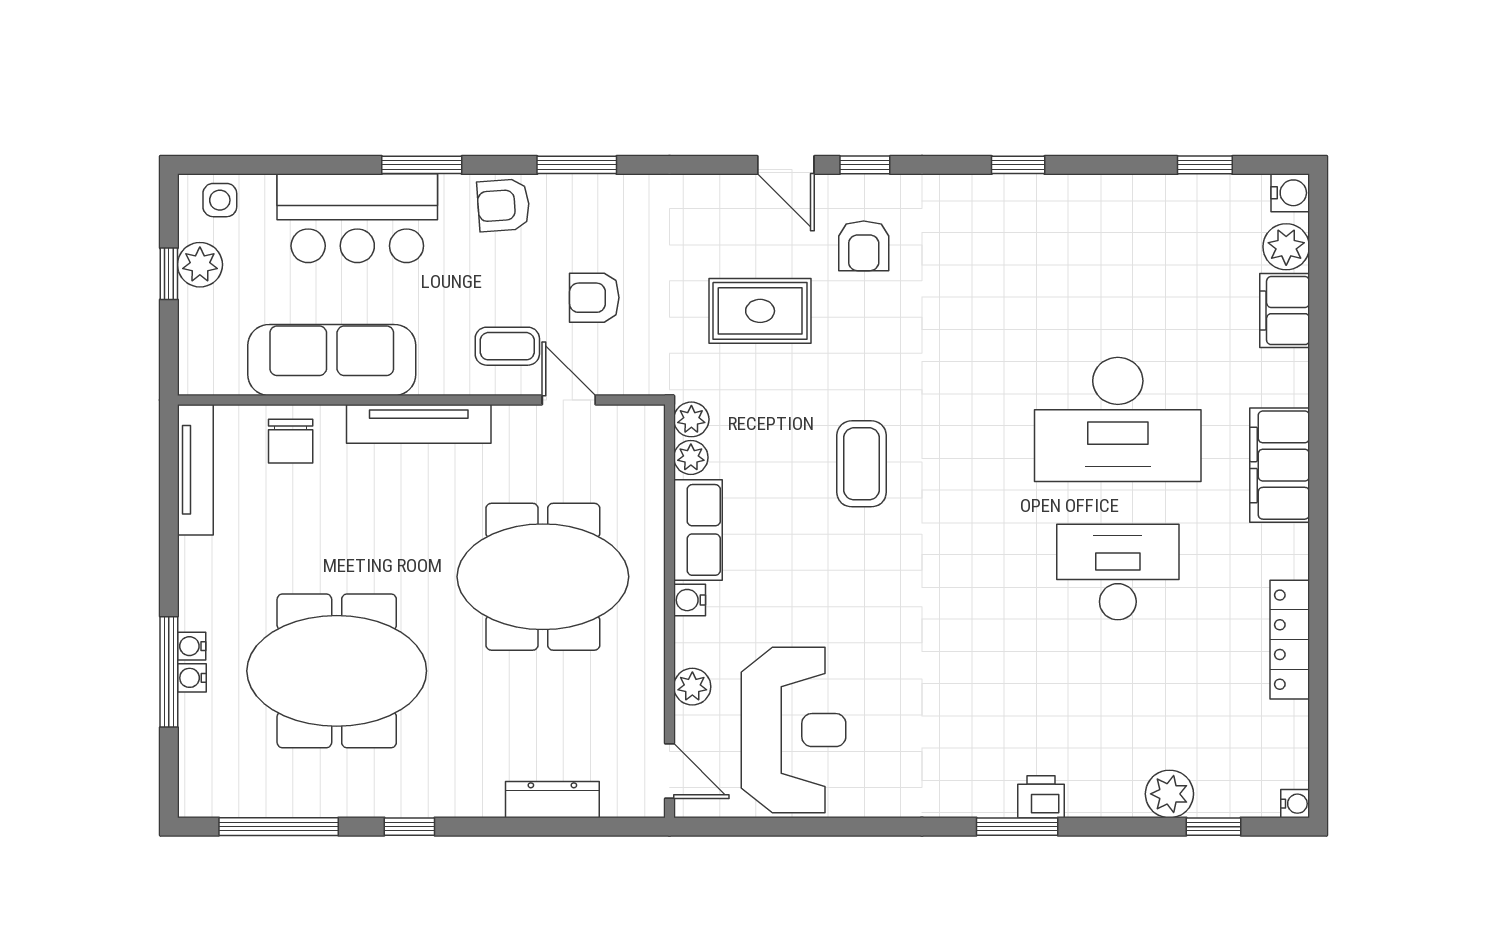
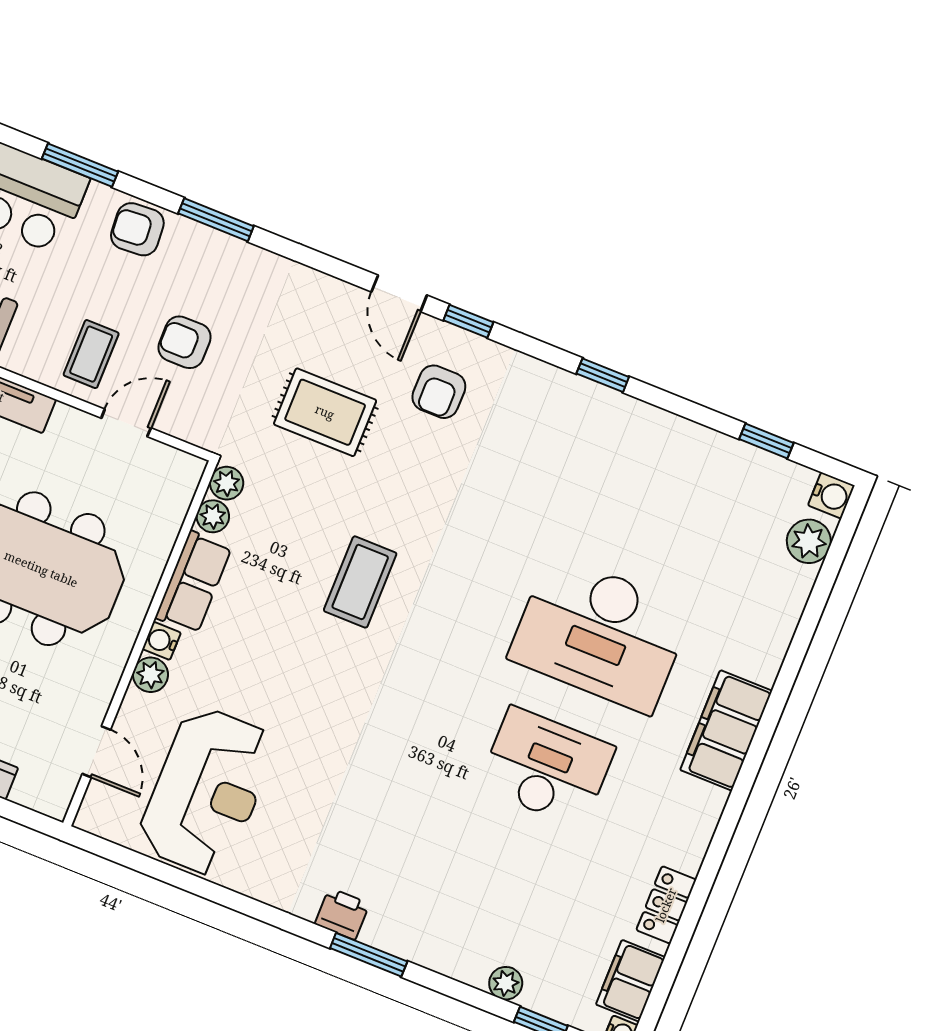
filing cabinet: (1285, 311) -> (631, 981), moved
coffee table: (507, 346) -> (91, 354), turned 90
door: (569, 400) -> (126, 423), hinge flipped
locker: (1290, 640) -> (666, 905), width x0.66
plant: (692, 687) -> (151, 675), moved
door: (669, 771) -> (96, 752), moved
plant: (1169, 794) -> (506, 983), width x0.73, depth x0.73
printer: (1041, 797) -> (342, 914), moved

